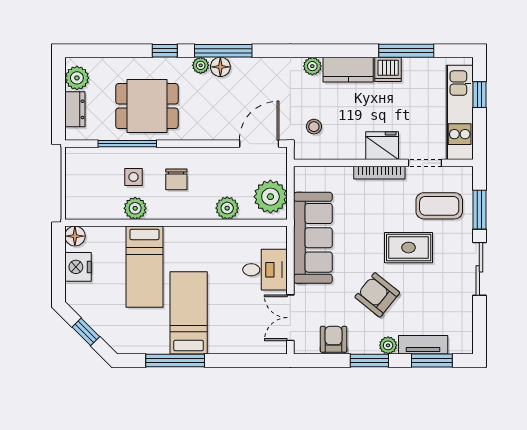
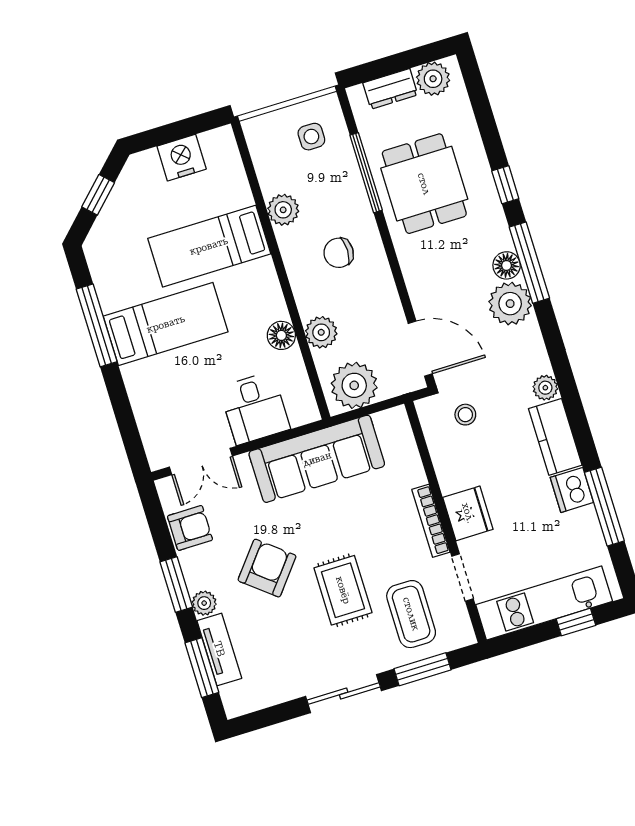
plant: (201, 65) -> (510, 304), moved, width x1.88, depth x1.88
side table: (133, 177) -> (311, 137), moved
floor lamp: (75, 236) -> (281, 335), moved
double door: (290, 318) -> (201, 462), swing flipped

